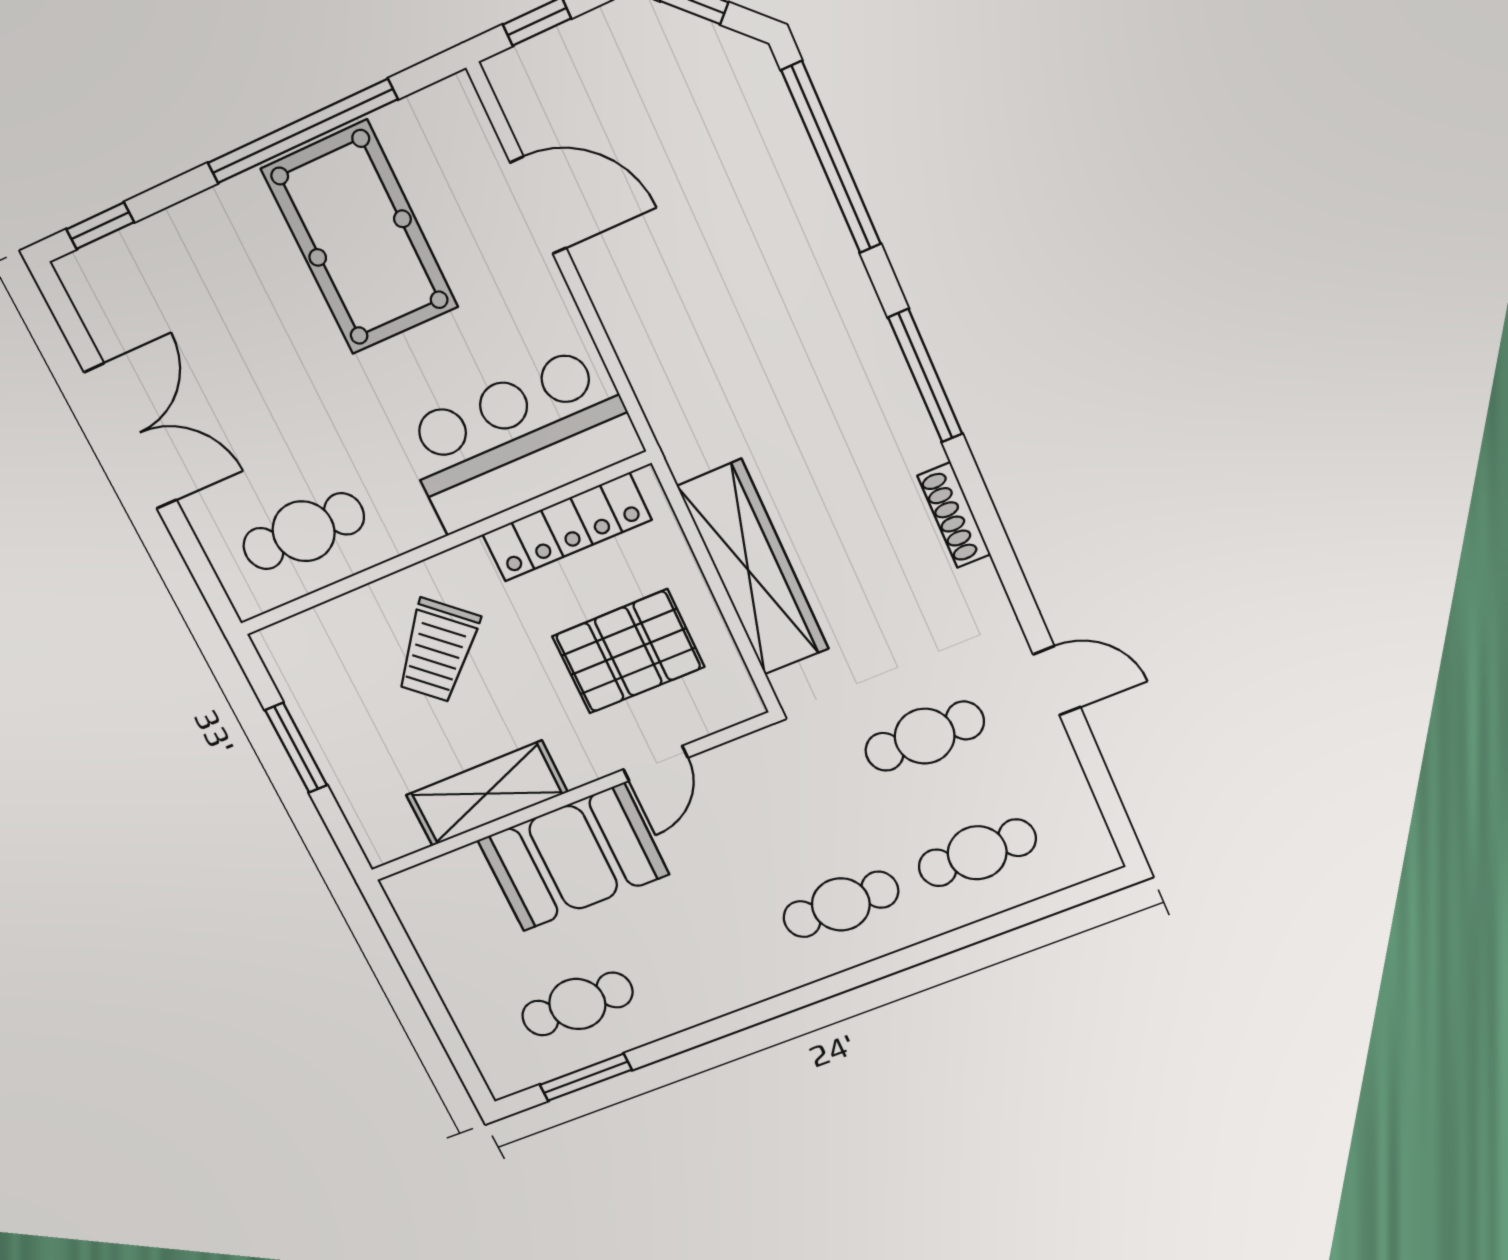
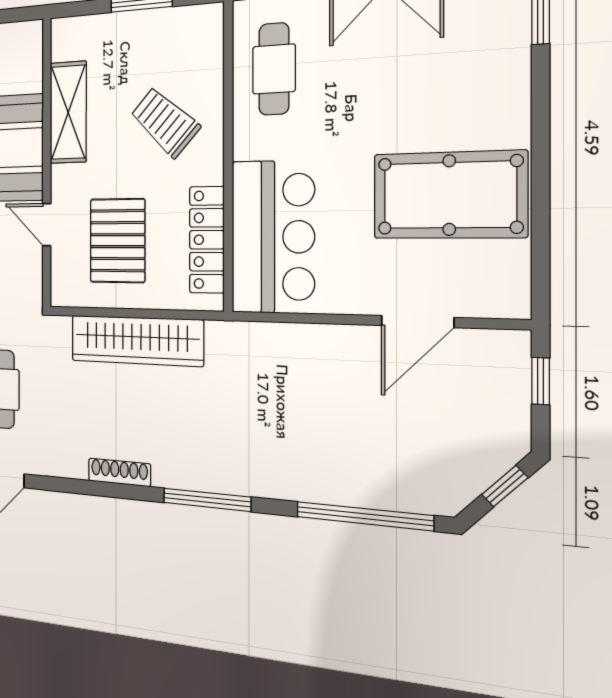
window: (302, 131) -> (541, 190), removed

